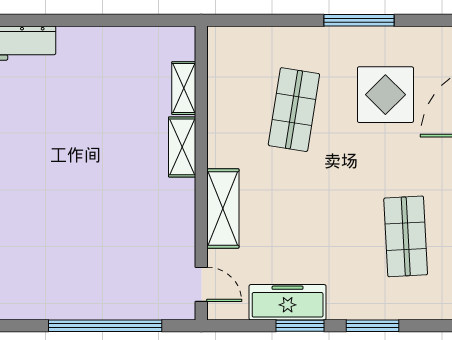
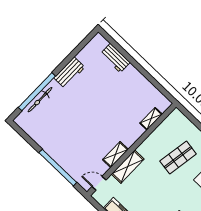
shelving: (182, 147) -> (115, 155), moved
door: (201, 284) -> (99, 183), swing flipped

